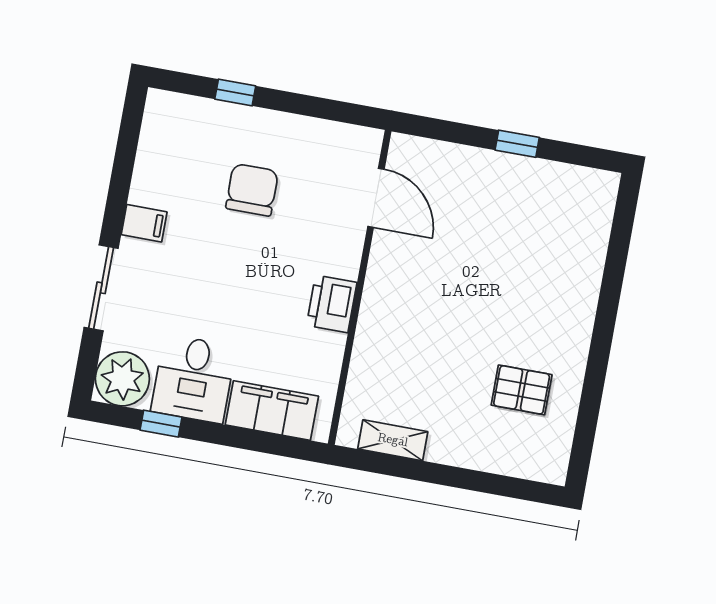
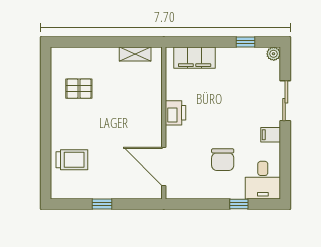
door: (376, 198) -> (164, 166), width x1.36
trolley: (563, 246) -> (72, 160), added
plant: (122, 379) -> (274, 54), width x0.53, depth x0.53
desk: (193, 379) -> (263, 180), moved, turned 180

